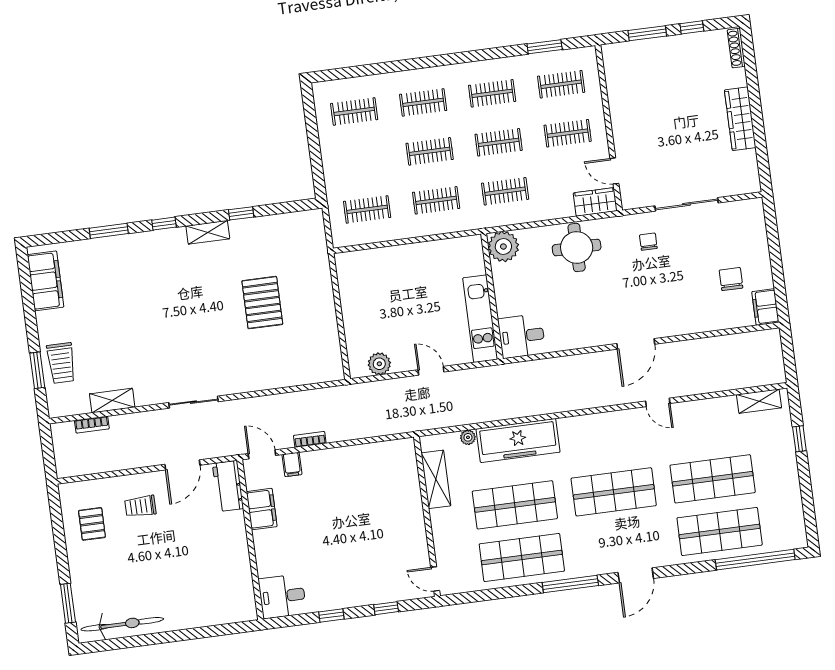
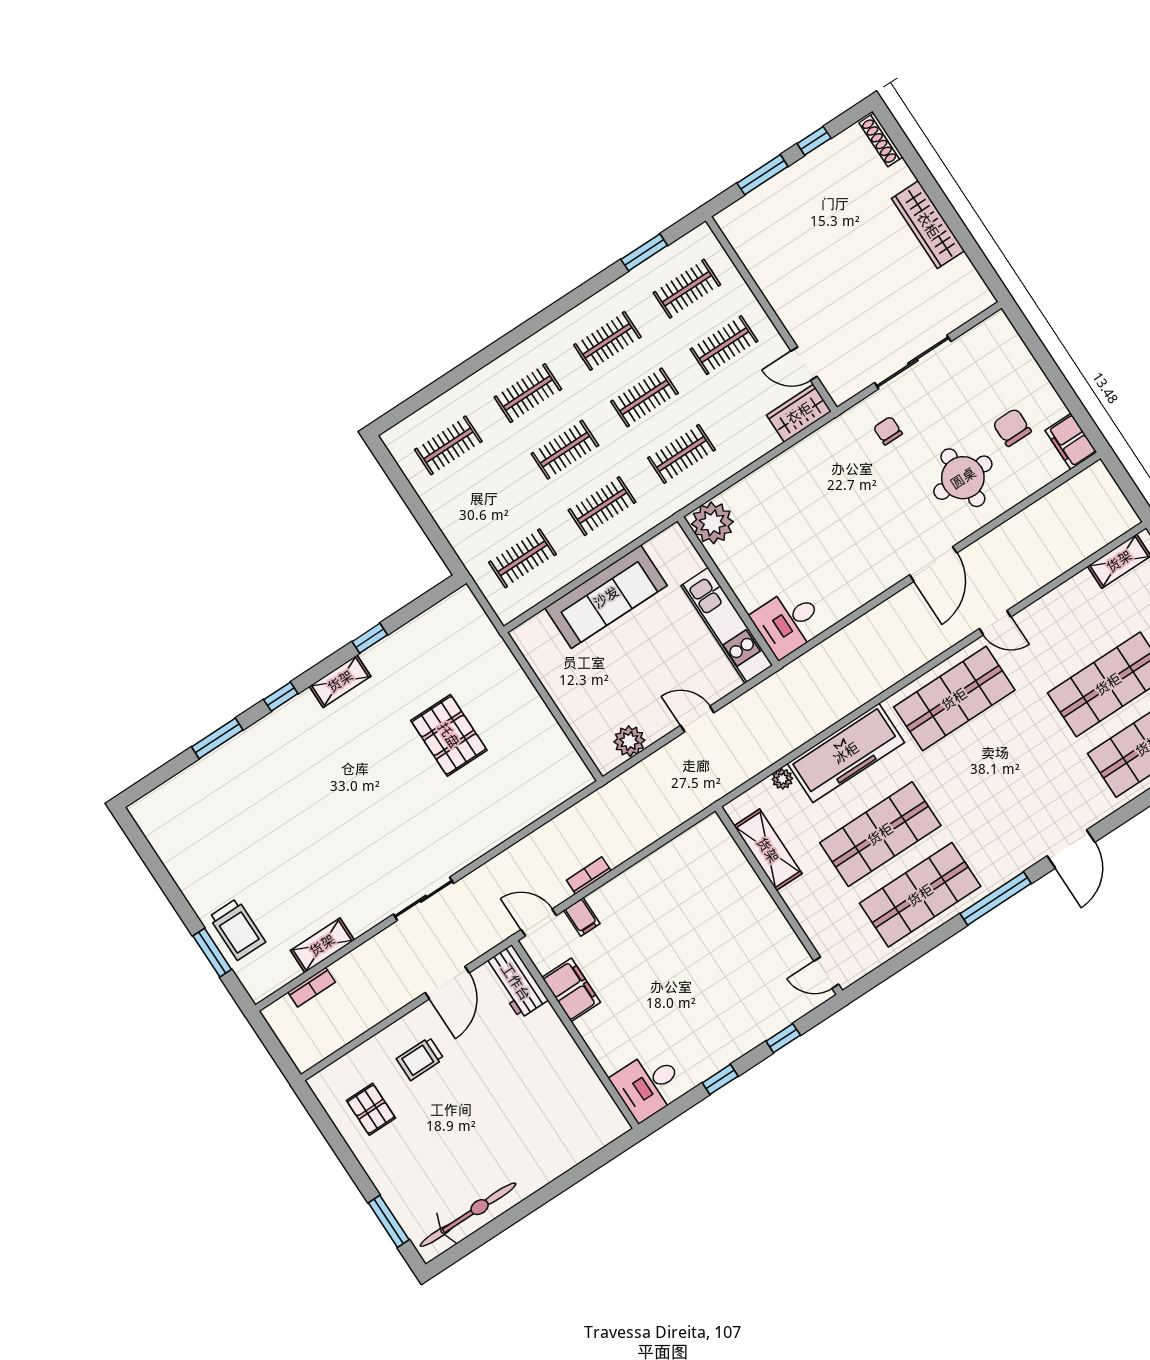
round table: (577, 247) -> (963, 478), moved
sofa: (410, 261) -> (606, 597), added
filing cabinet: (46, 281) -> (169, 838), removed
shop shelf: (614, 492) -> (954, 699), moved

